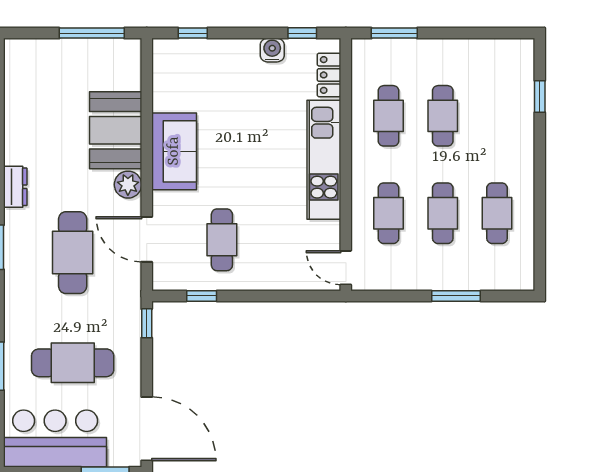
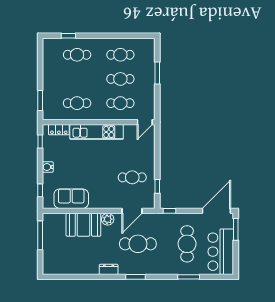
water cooler: (272, 50) -> (48, 167), moved
cafe table: (443, 116) -> (77, 55), moved
sofa: (174, 151) -> (71, 199), moved

